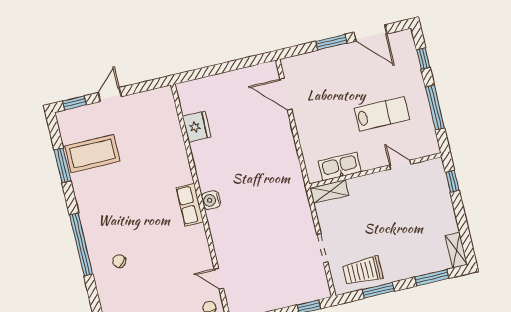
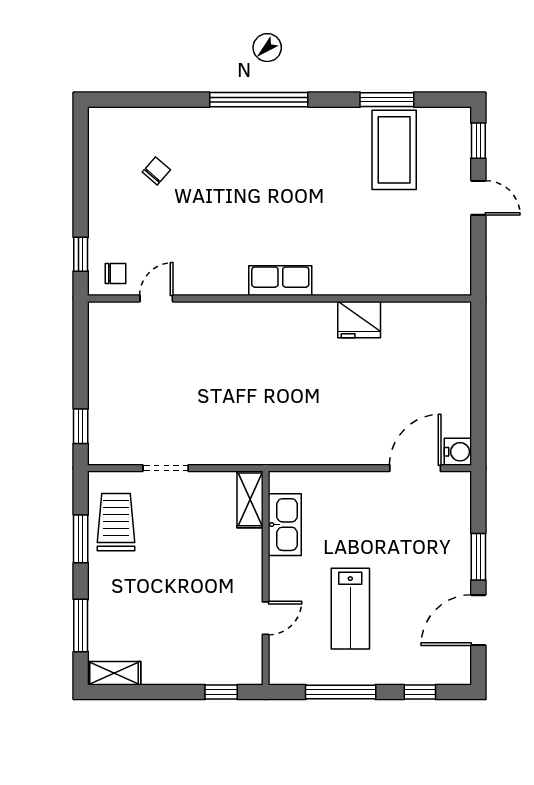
fridge: (197, 127) -> (359, 320), moved
water cooler: (211, 200) -> (458, 452), moved, turned 90
chair: (119, 261) -> (156, 171), moved

